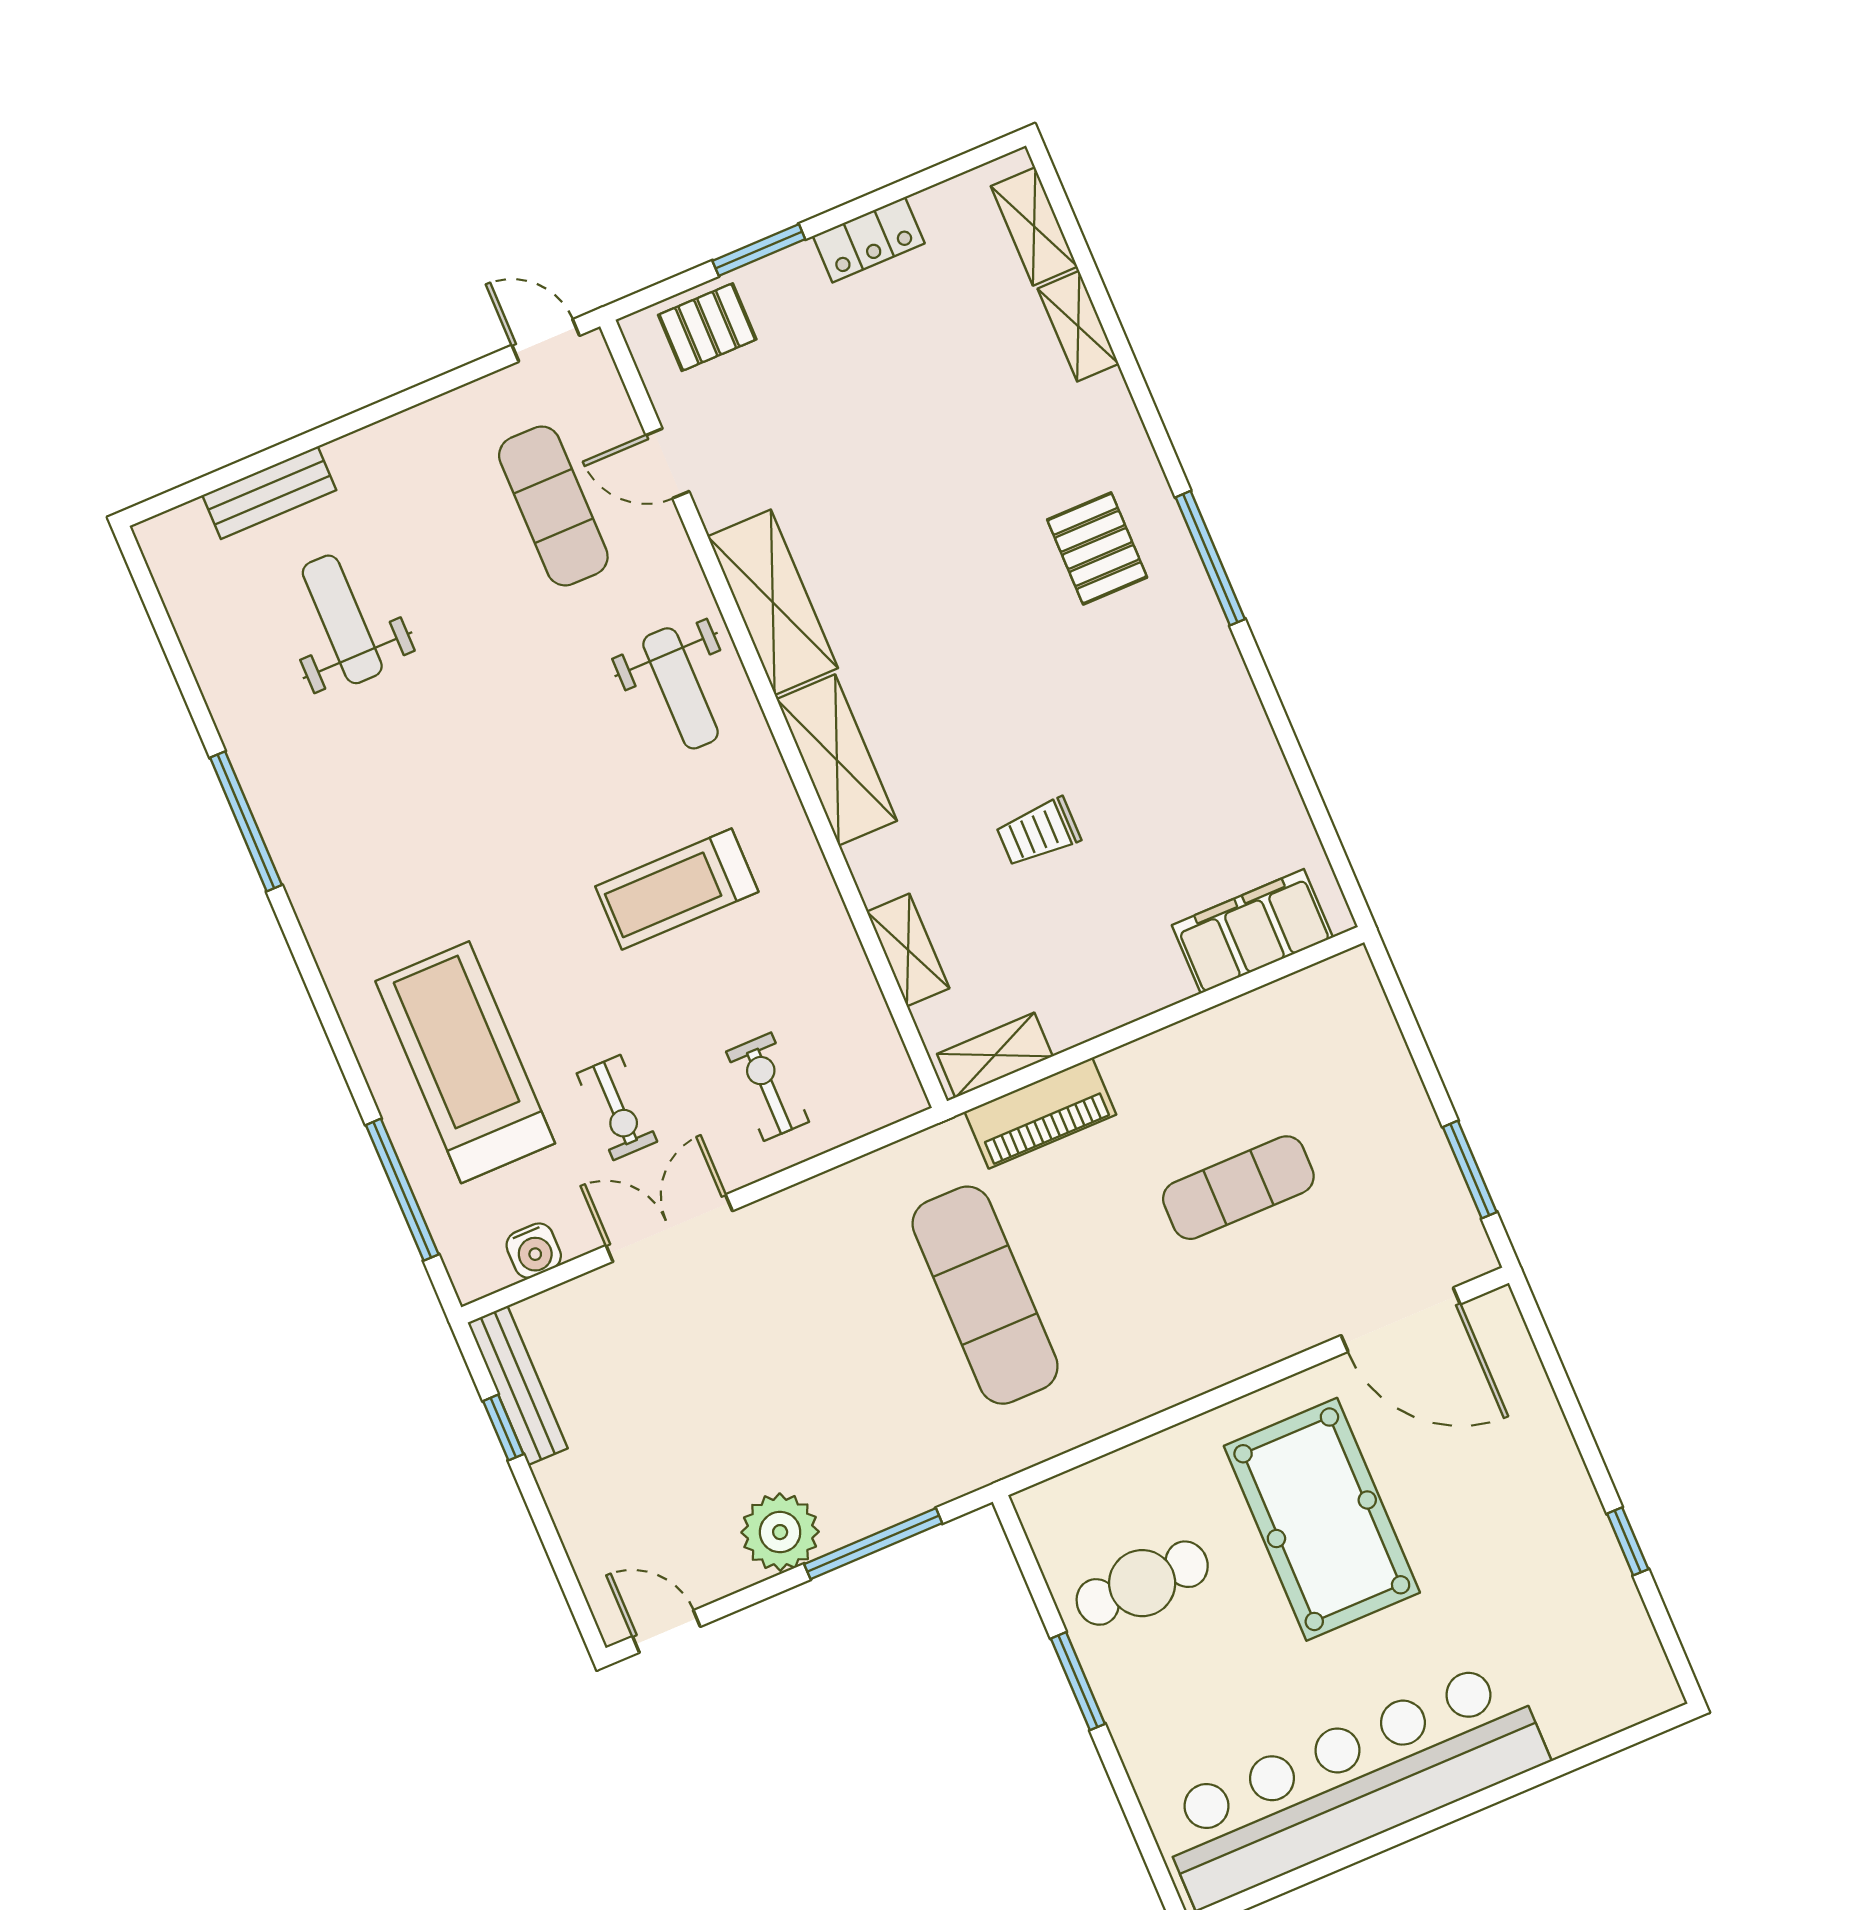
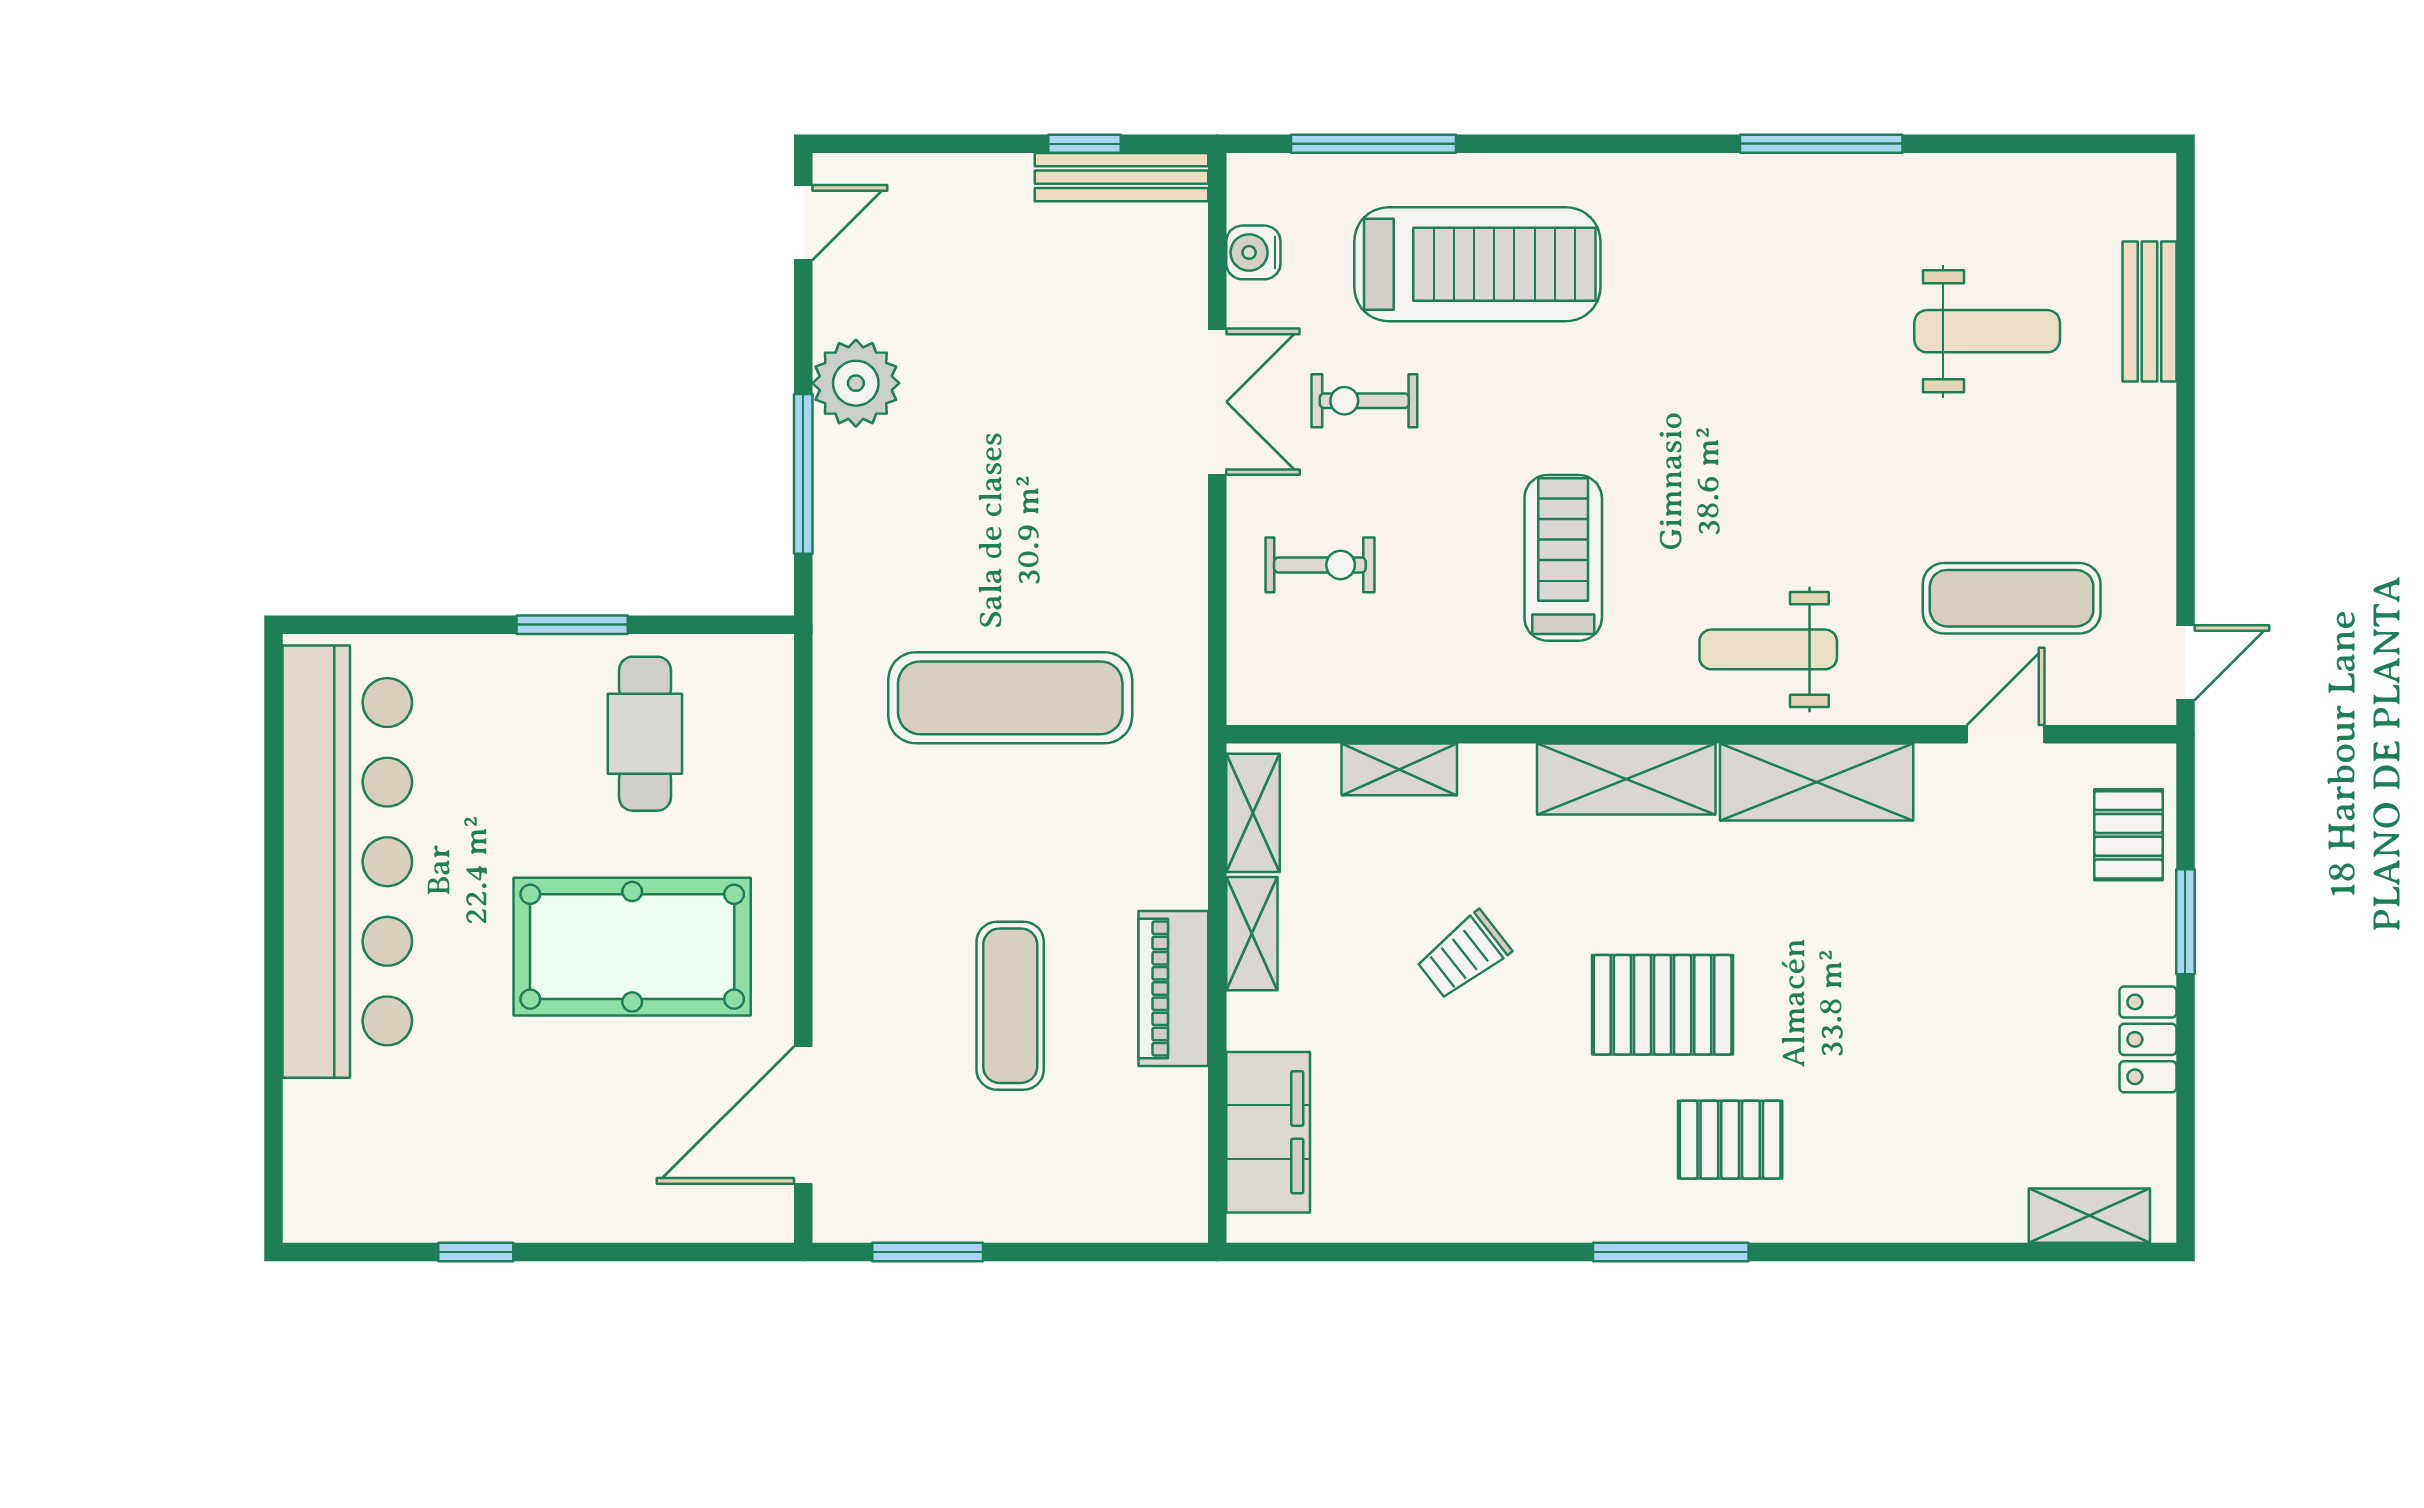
shelving: (1078, 326) -> (1252, 934), moved, turned 90
pallet: (1010, 651) -> (1663, 1005), added
trolley: (1038, 832) -> (1464, 955), turned -128
piano: (1040, 1113) -> (1173, 989), moved

